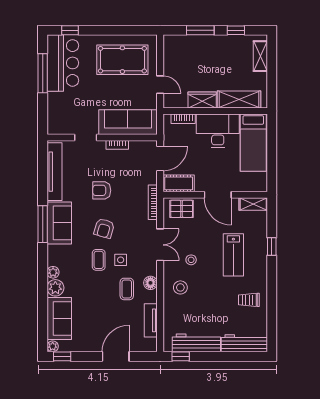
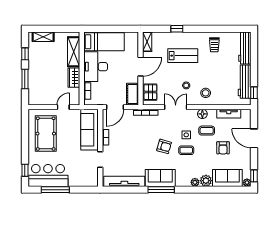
door: (160, 158) -> (115, 107), swing flipped
armchair: (102, 190) -> (223, 148), moved

